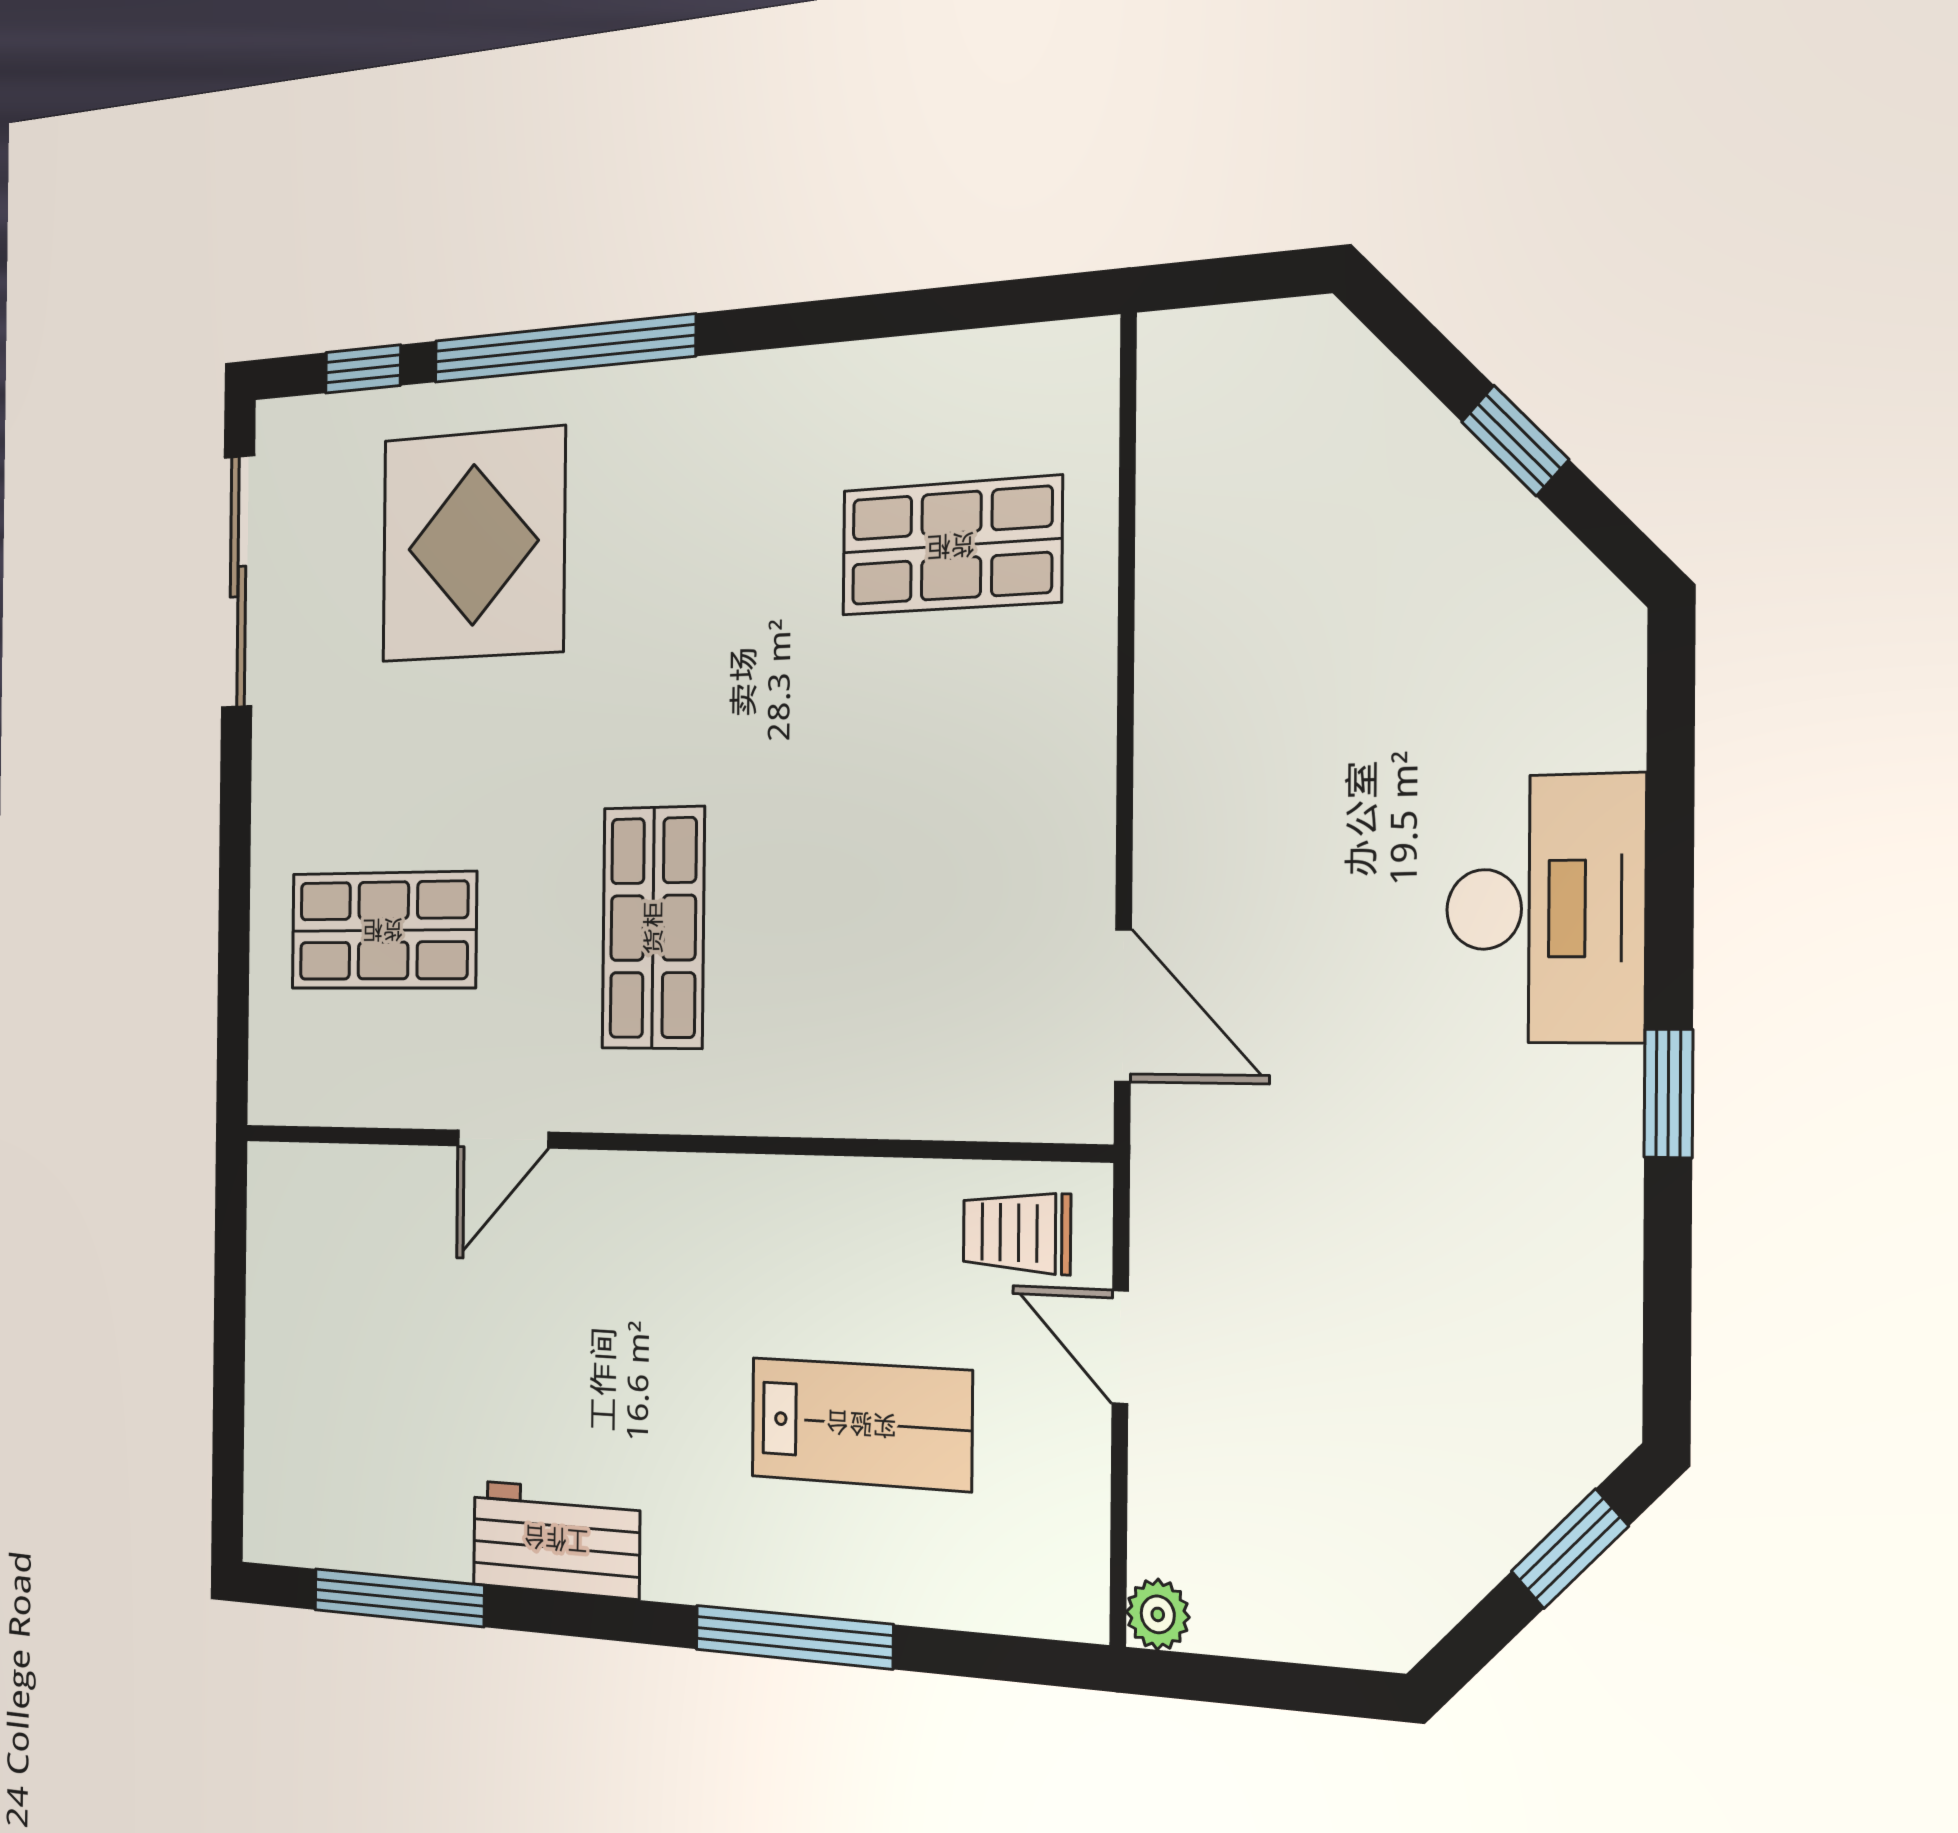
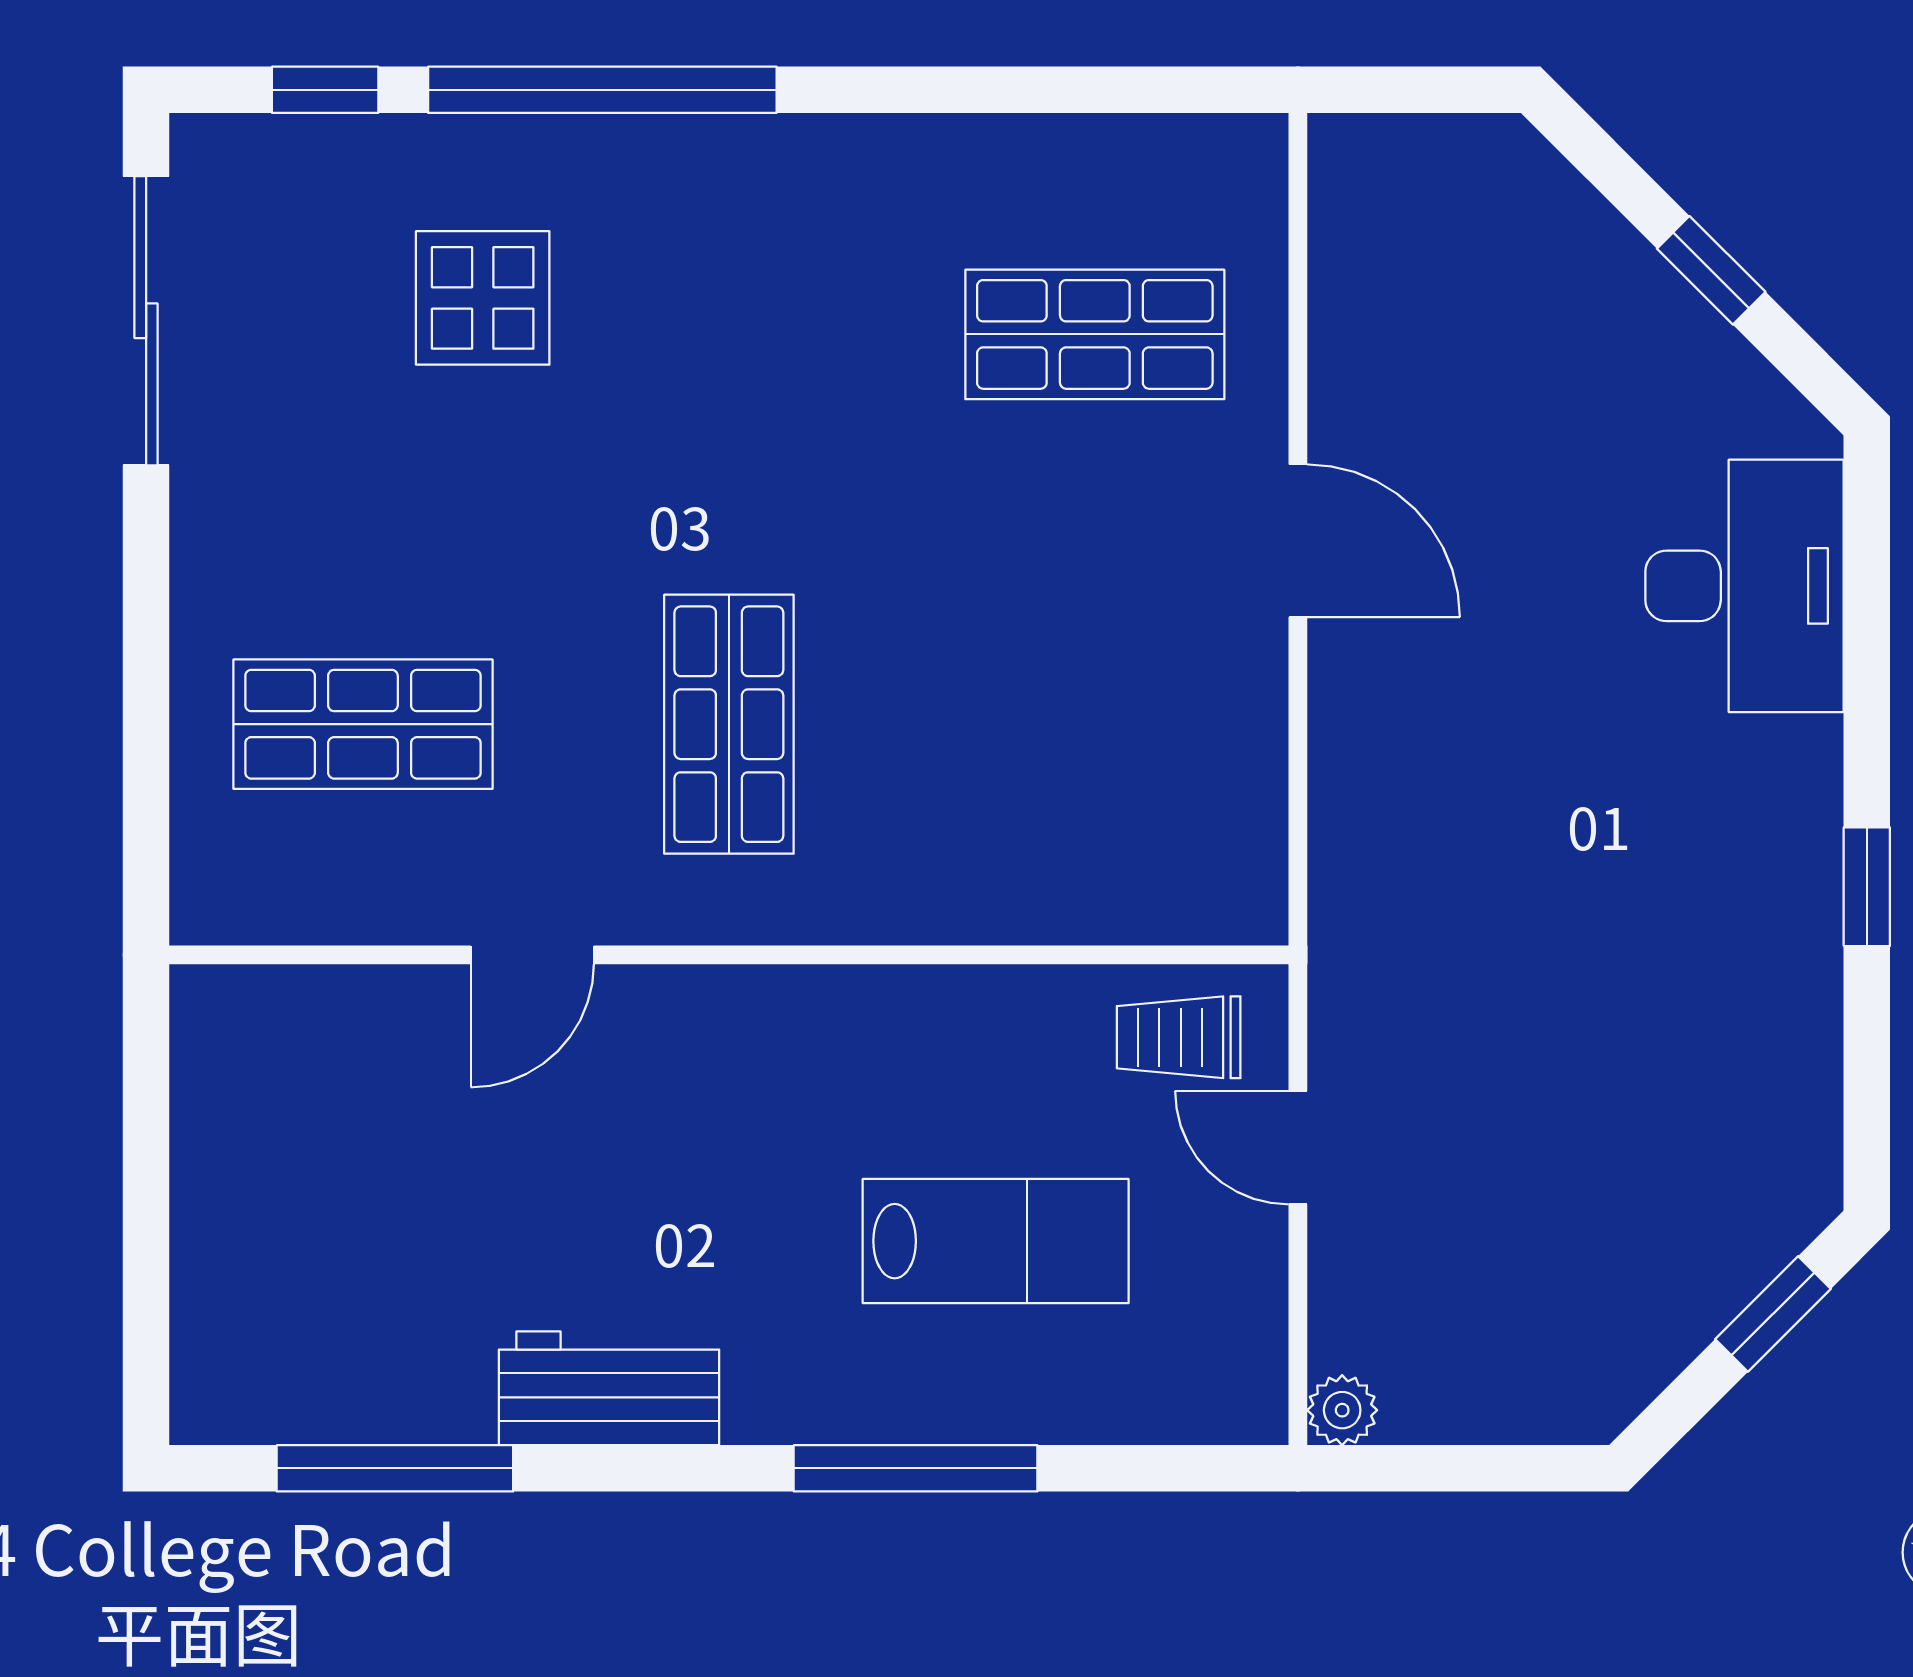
display table: (473, 545) -> (483, 298), width x0.54, depth x0.54
desk: (1545, 909) -> (1745, 586), moved
door: (1123, 1006) -> (1298, 541), moved

